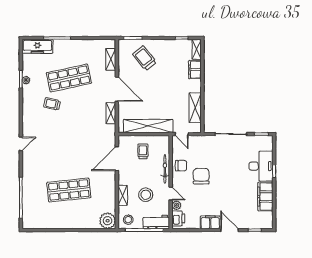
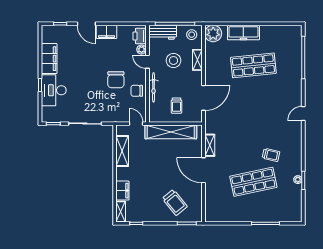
freezer: (37, 46) -> (243, 32), moved, turned 180
shelving: (111, 59) -> (210, 201), removed

